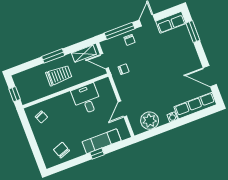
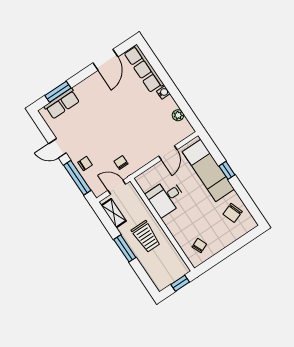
row of seats: (171, 22) -> (62, 104), moved, turned 90
door: (104, 61) -> (117, 187), swing flipped
trolley: (59, 75) -> (146, 237), turned 180
door: (122, 109) -> (168, 153), hinge flipped
plant: (150, 121) -> (178, 115), width x0.53, depth x0.53
exam couch: (102, 141) -> (208, 170), width x1.36, depth x1.45

